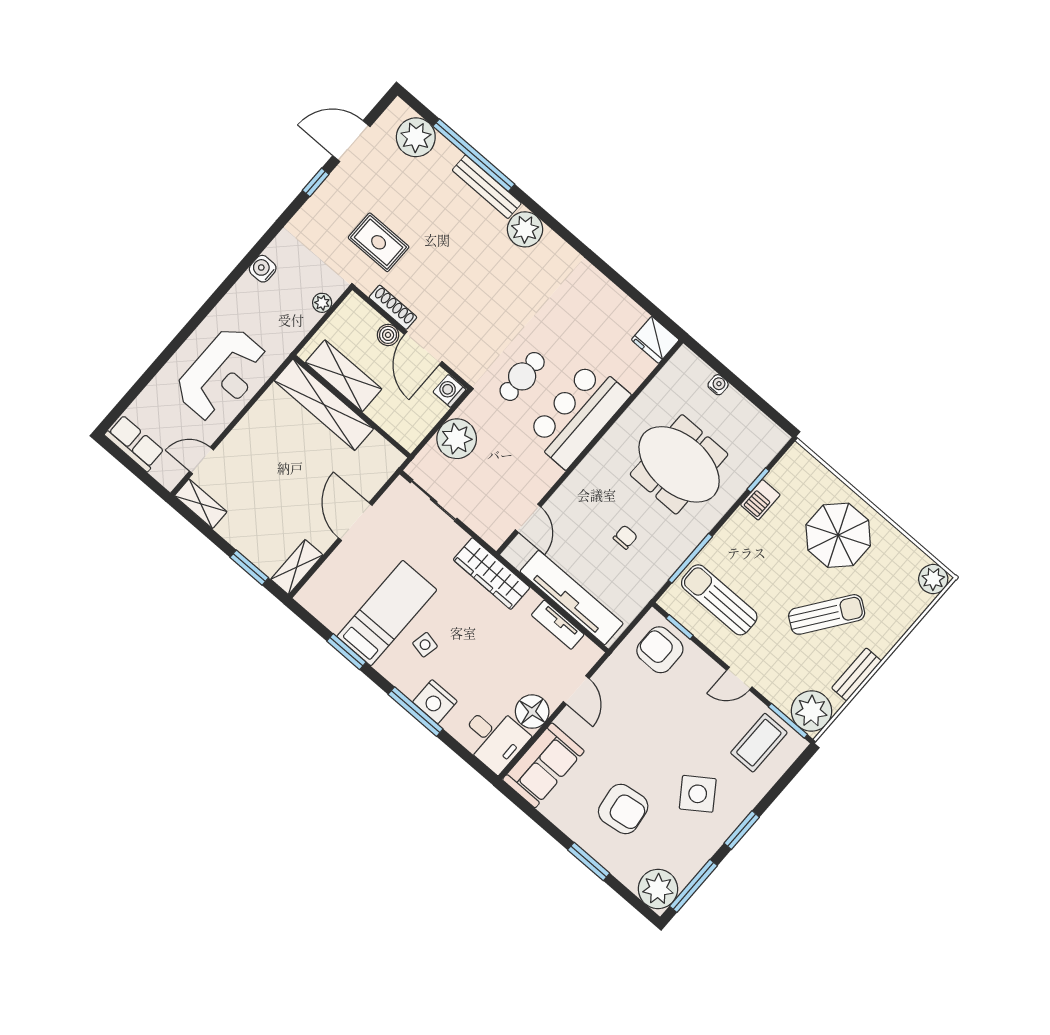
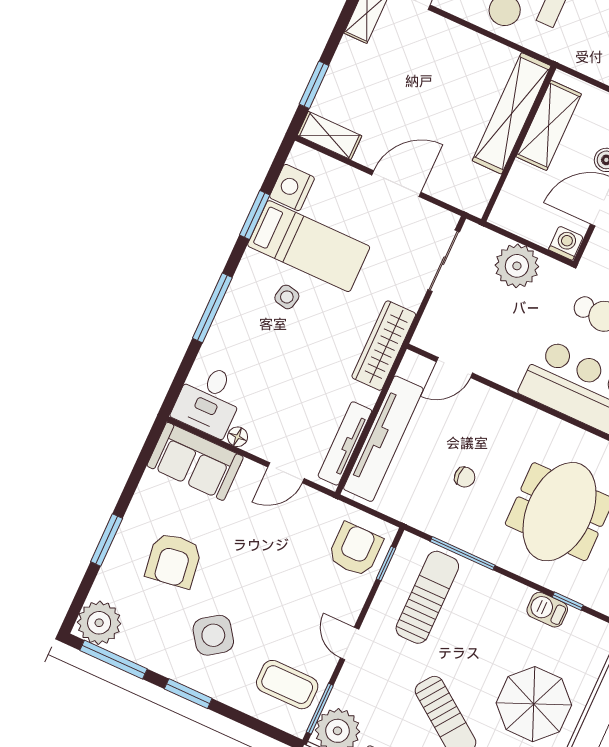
tv unit: (558, 625) -> (345, 443), width x1.41
nightstand: (435, 702) -> (292, 187), moved
floor lamp: (532, 712) -> (238, 437), width x0.53, depth x0.53

